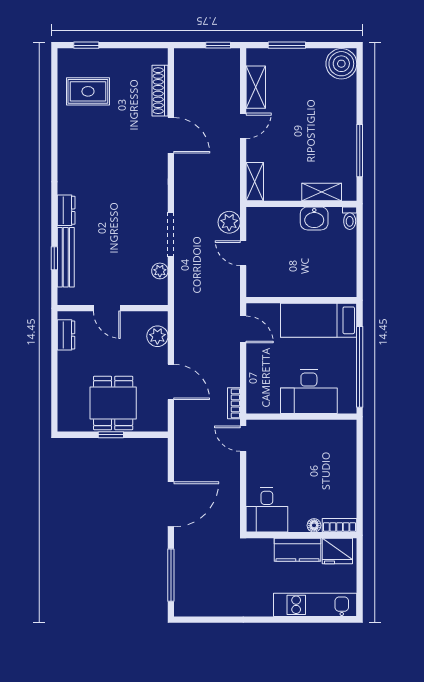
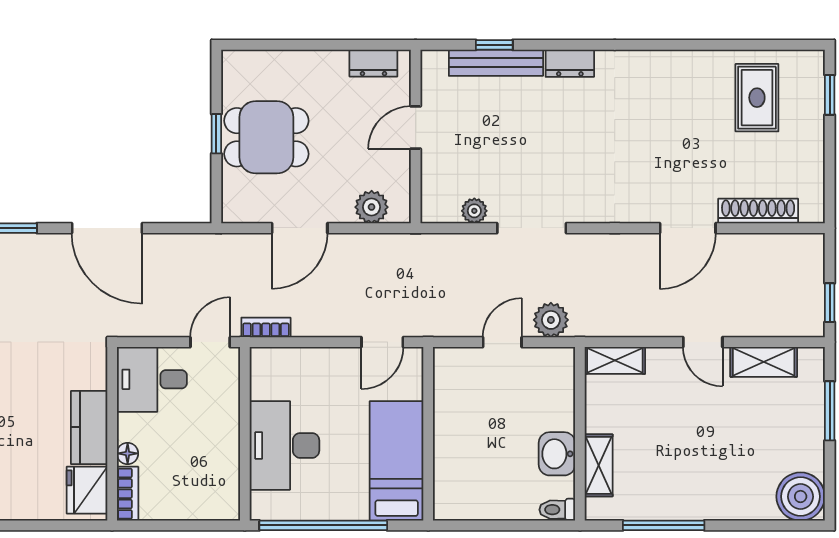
desk: (267, 510) -> (152, 379), moved
floor lamp: (314, 525) -> (128, 453), moved
bookcase: (340, 525) -> (128, 494), moved
wall: (301, 535) -> (112, 434), moved
kitchen counter: (297, 550) -> (89, 427), moved
fridge: (337, 551) -> (87, 490), moved

